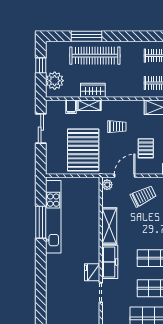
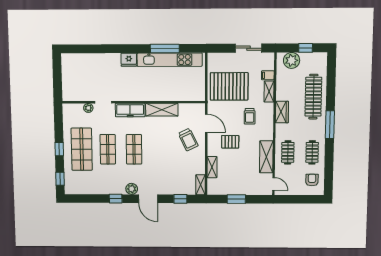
window: (86, 36) -> (330, 125), moved
wardrobe: (93, 90) -> (282, 112), moved
plant: (107, 185) -> (88, 108), moved
fridge: (92, 272) -> (129, 60), moved, turned 180

